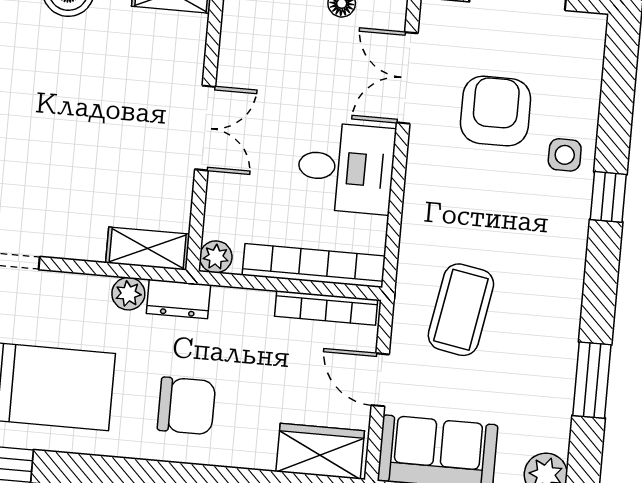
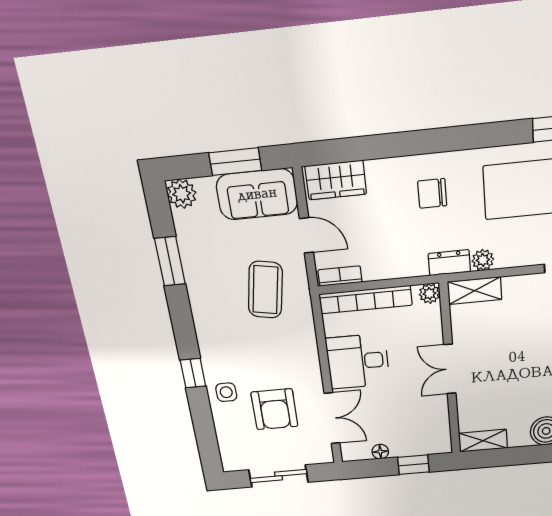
bookcase: (326, 308) -> (340, 276), width x0.64
chair: (186, 406) -> (432, 193), width x0.73, depth x0.73

